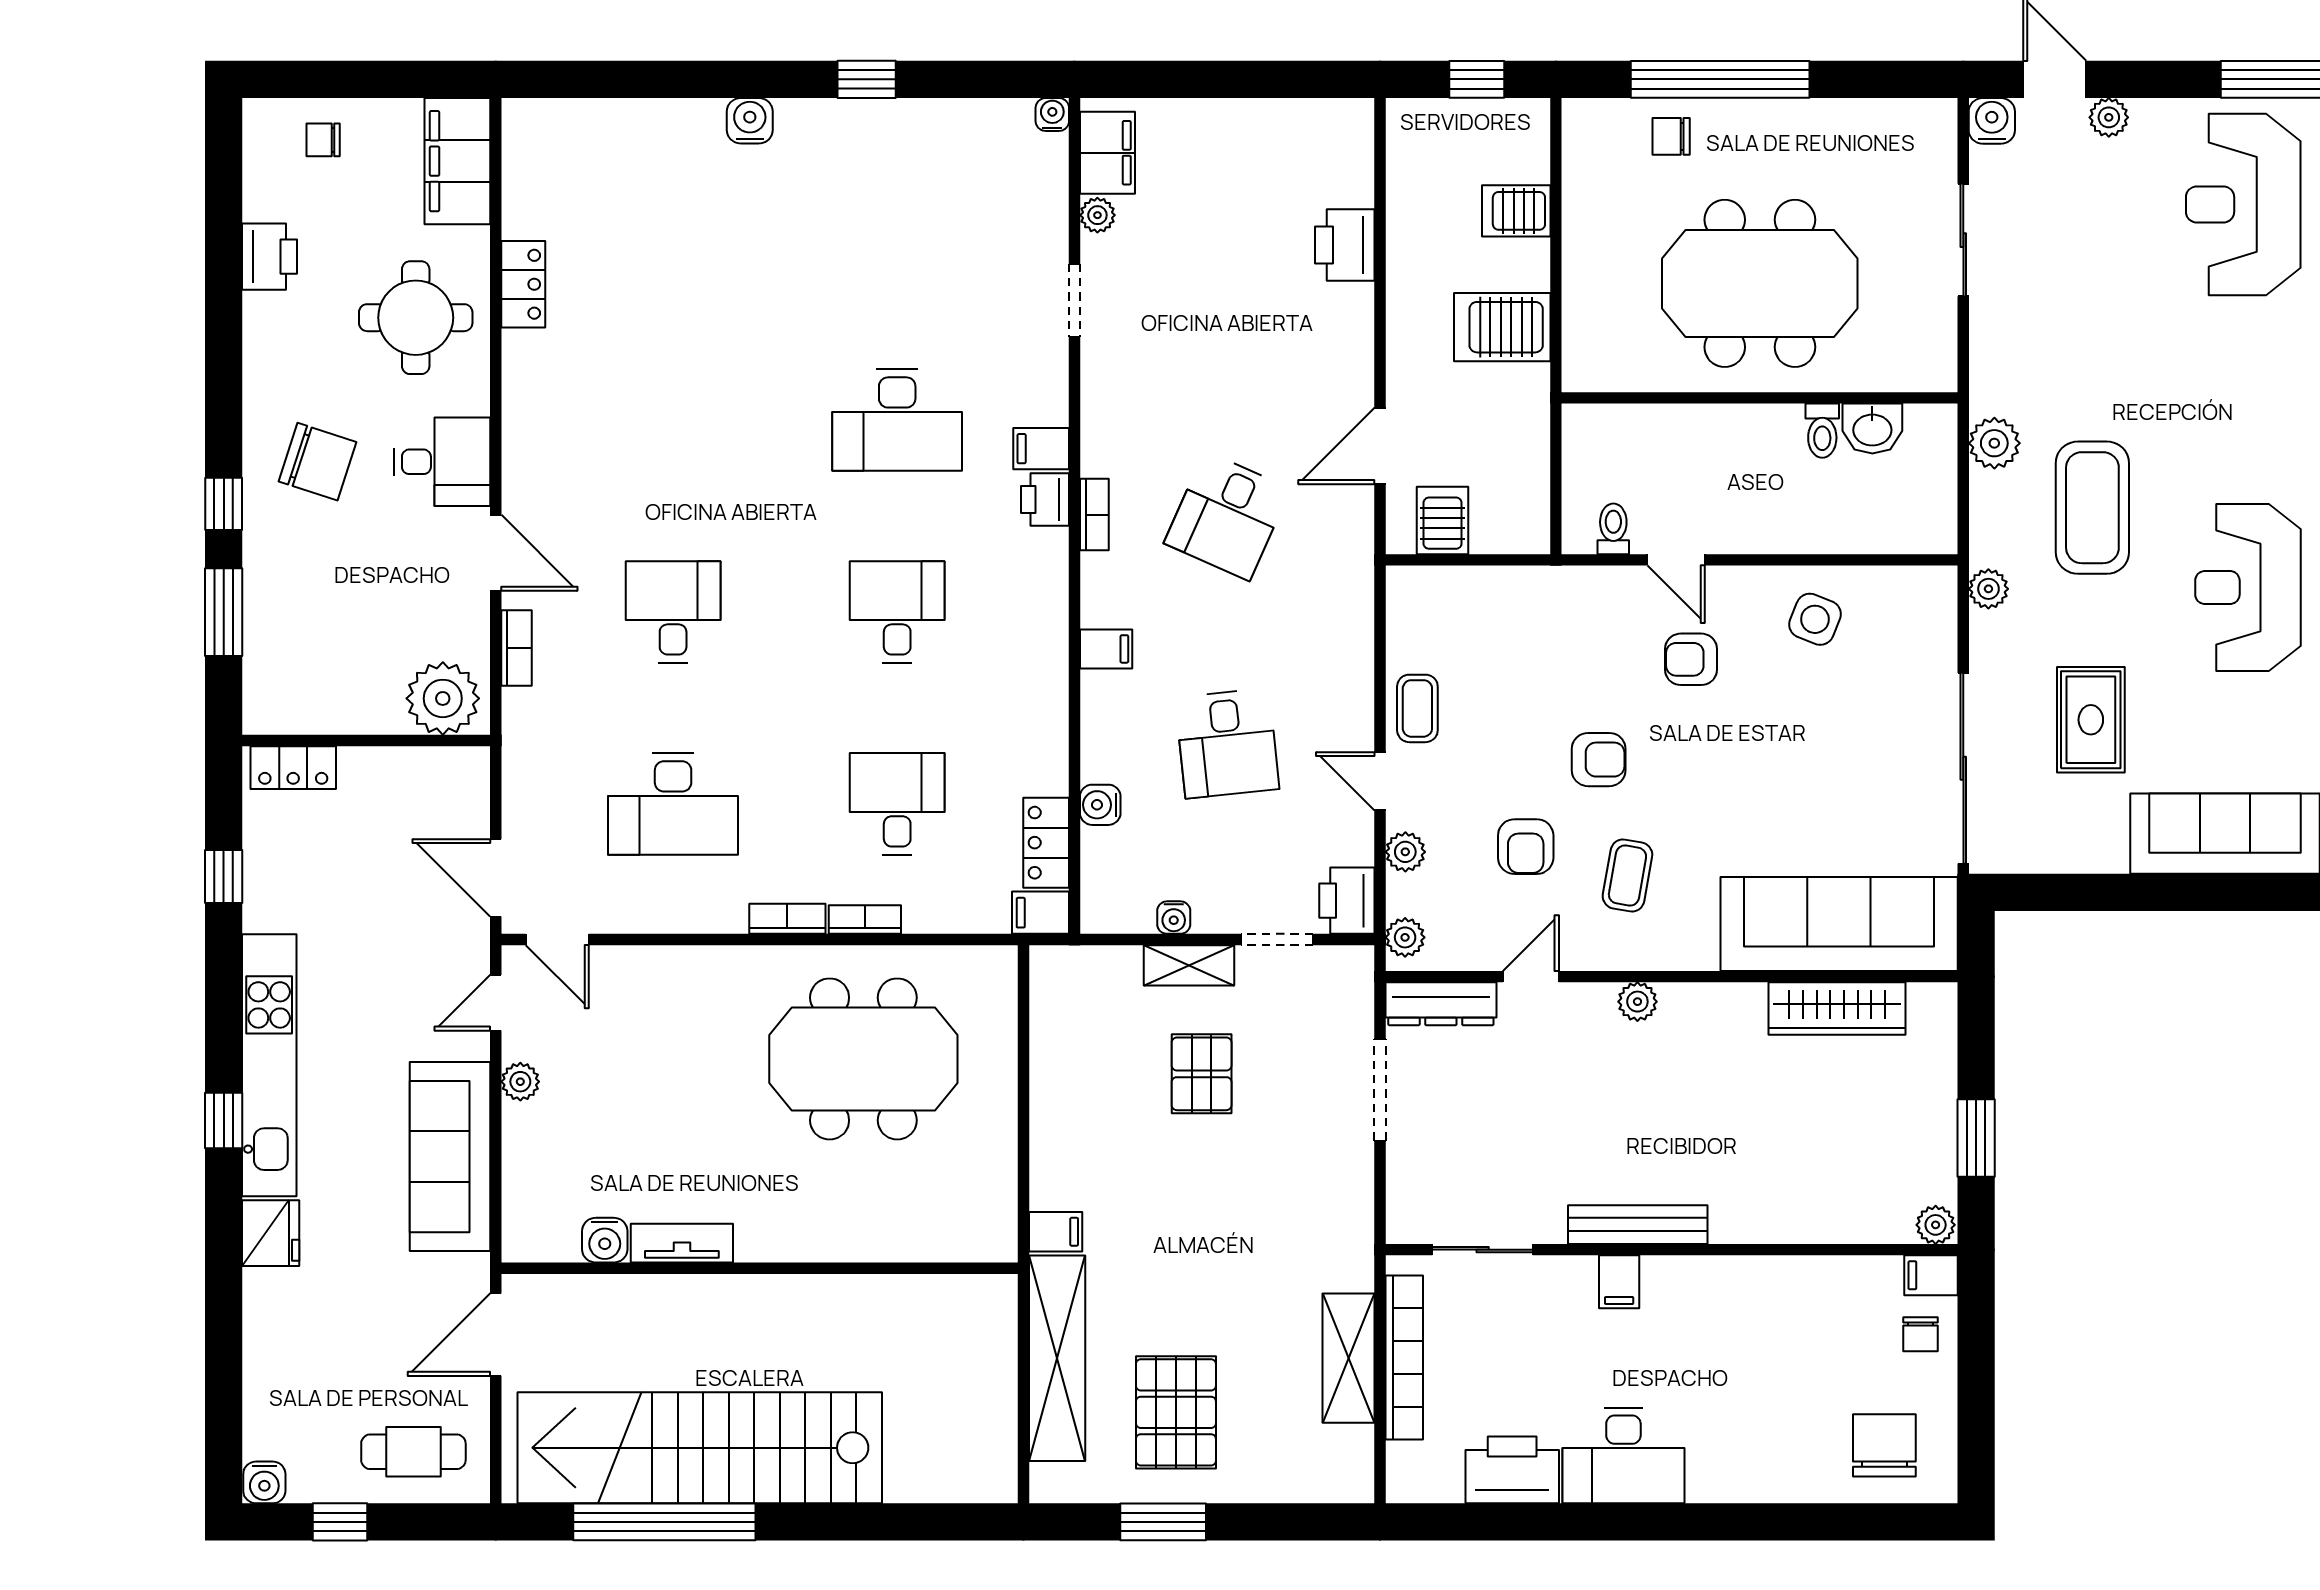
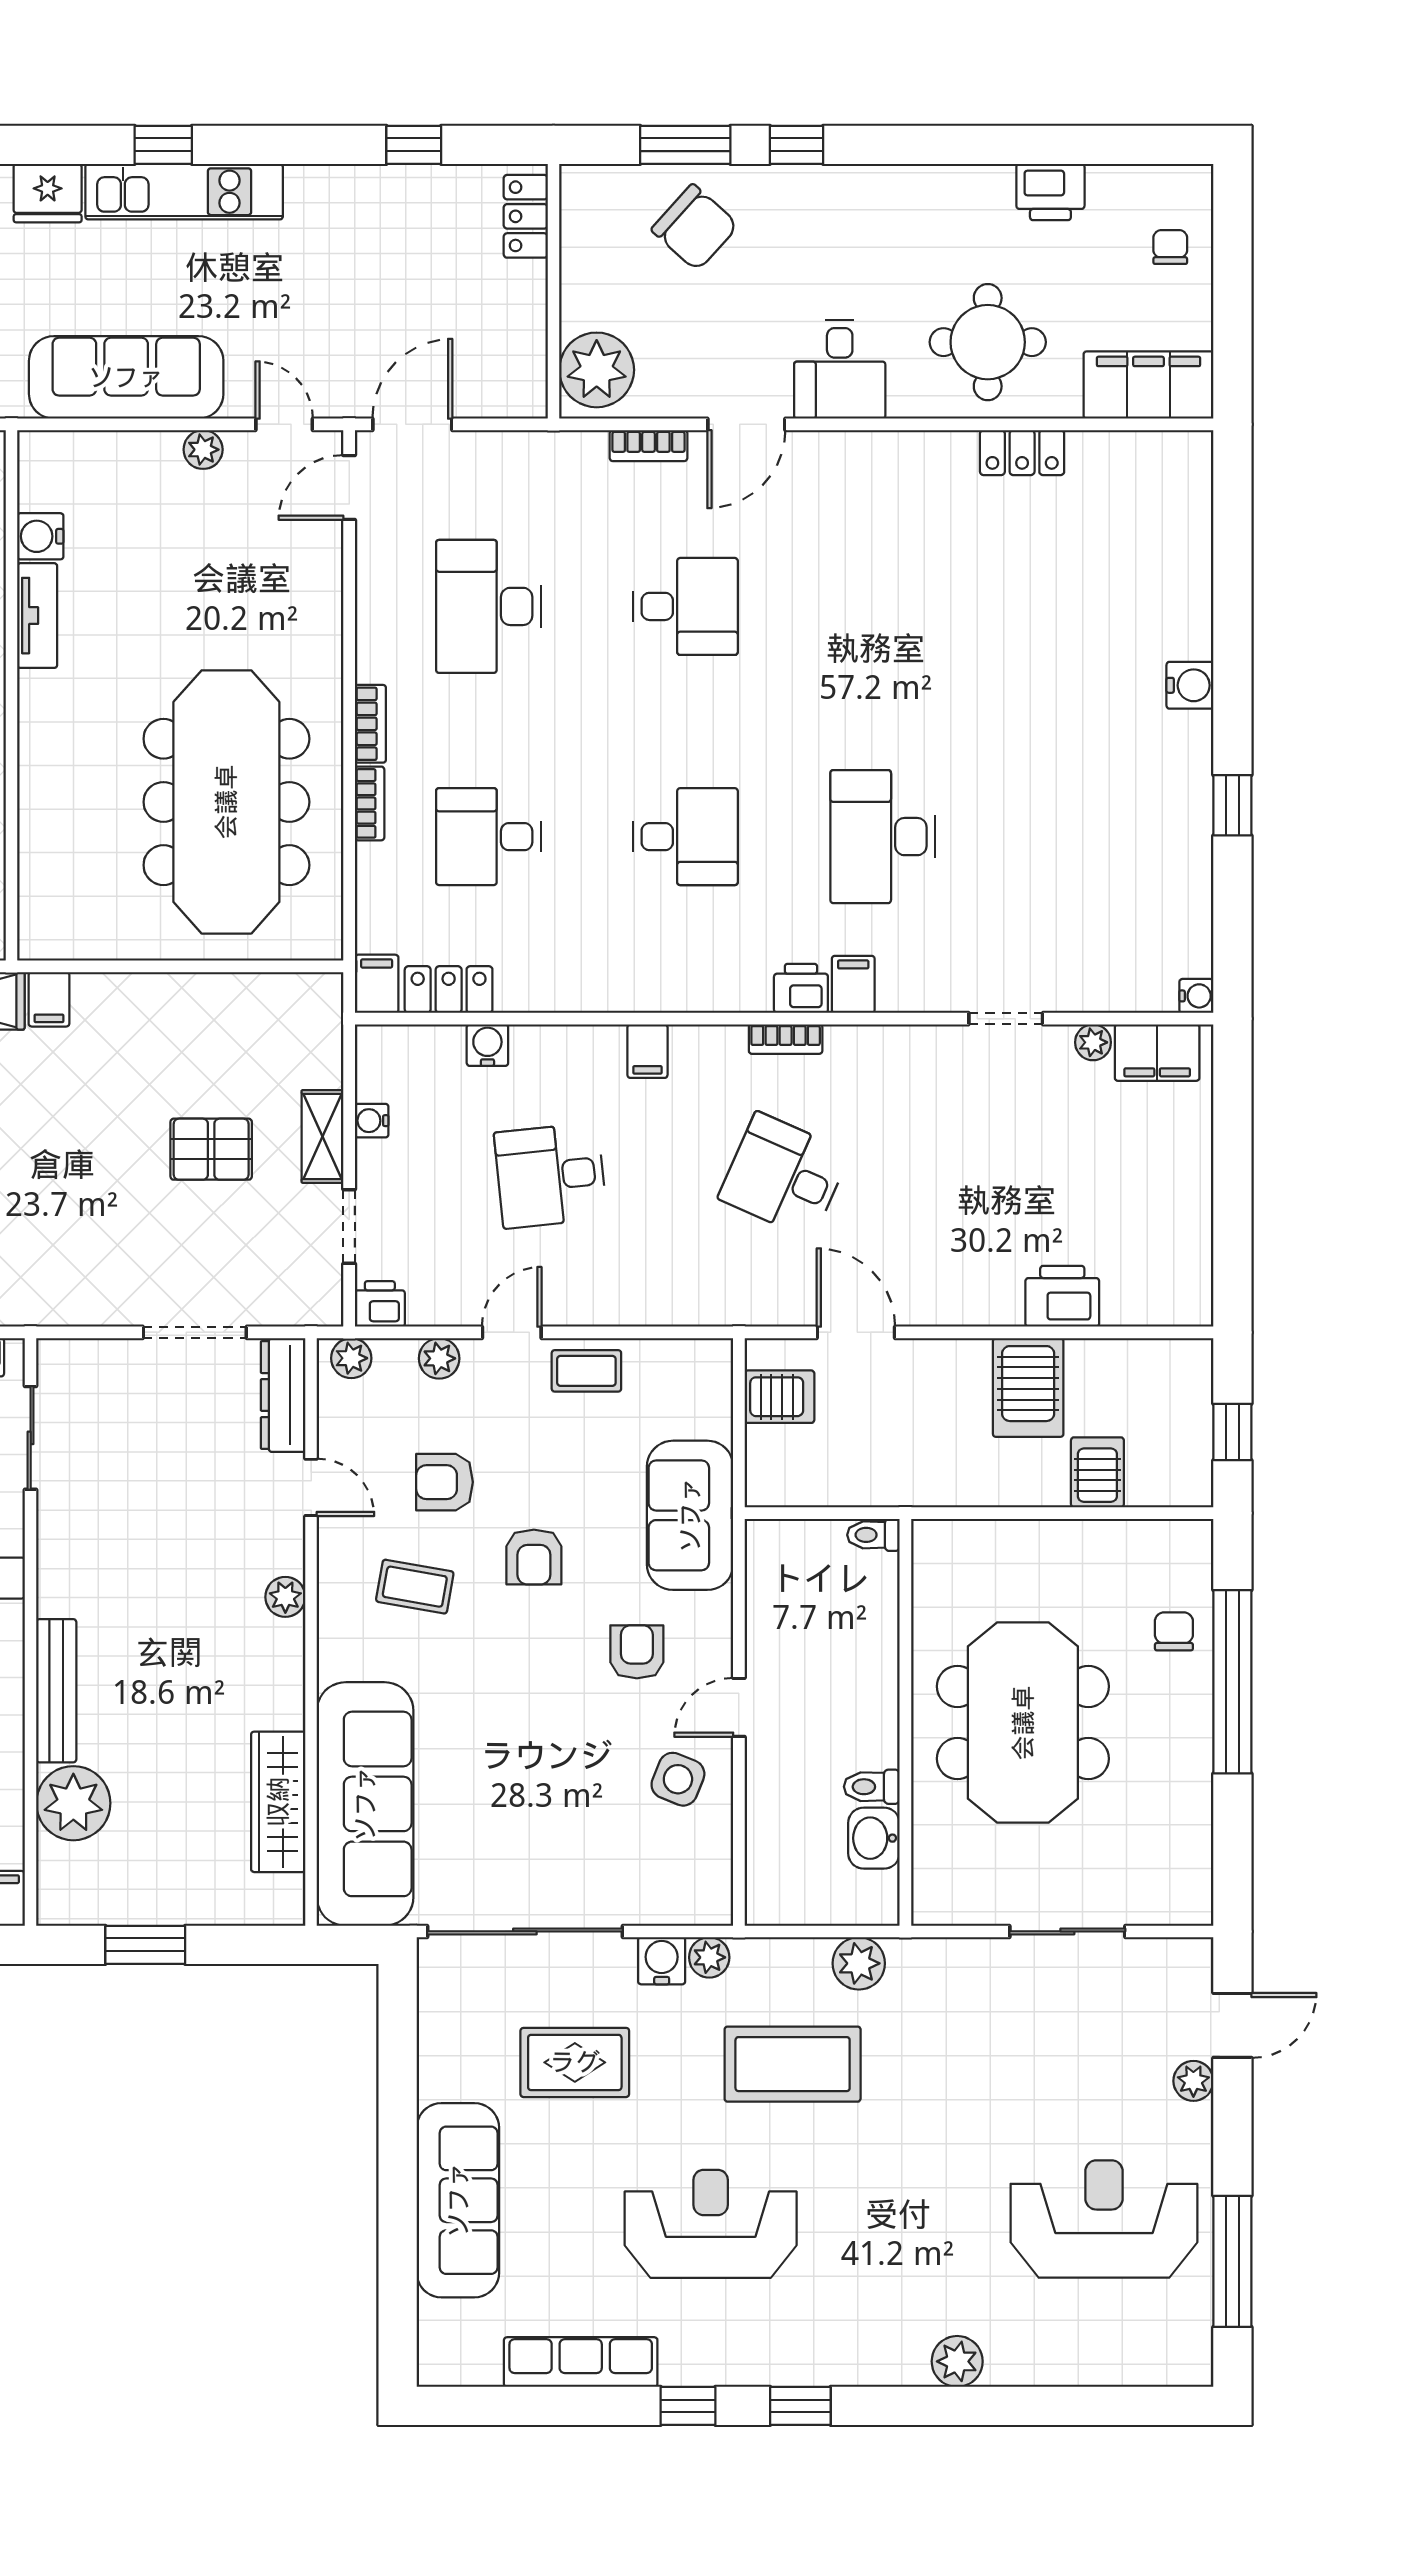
water cooler: (1992, 121) -> (662, 1961), moved, turned -90
server rack: (1502, 327) -> (1028, 1388), moved, turned 180
chair: (318, 462) -> (695, 227), moved, turned -66
toilet: (1613, 529) -> (873, 1535), moved, turned 180
door: (1676, 560) -> (739, 1707), moved
sofa: (1558, 607) -> (690, 1515), added
desk: (897, 804) -> (488, 837), turned 180
printer: (1347, 901) -> (380, 1304), width x0.73, depth x0.81
meeting table: (863, 1059) -> (226, 802), width x1.36
kitchen unit: (269, 1065) -> (184, 192), width x0.73
bench: (1638, 1225) -> (56, 1691), moved
plant: (1936, 1225) -> (73, 1803), moved, width x1.87, depth x1.87

